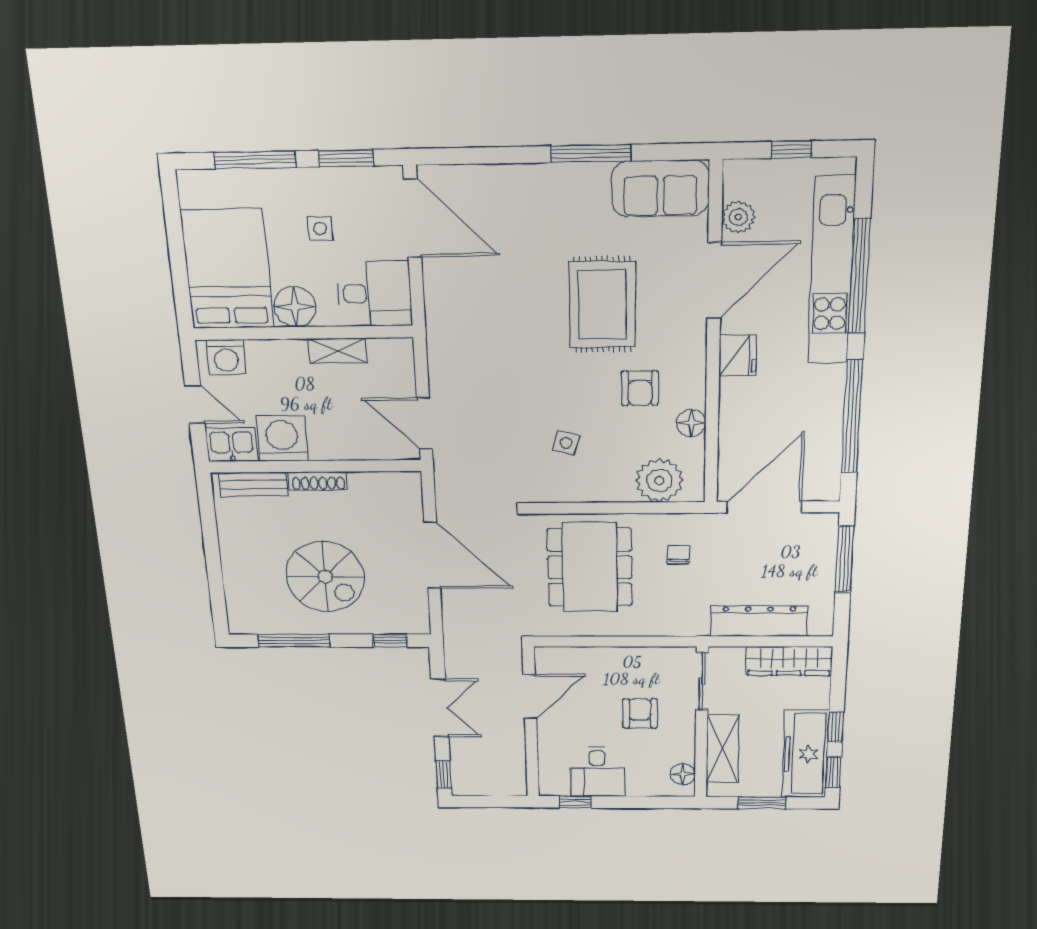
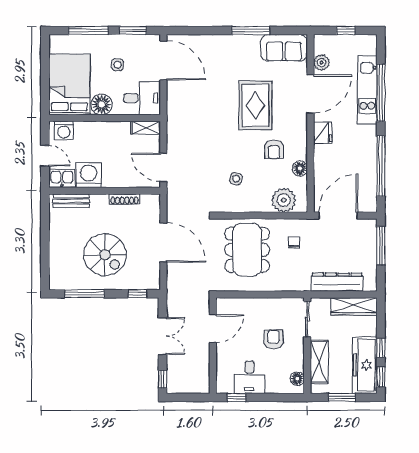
kitchen unit: (831, 271) -> (367, 90), width x0.73
shelving: (338, 351) -> (146, 128), moved
shoe rack: (318, 481) -> (124, 199), moved

